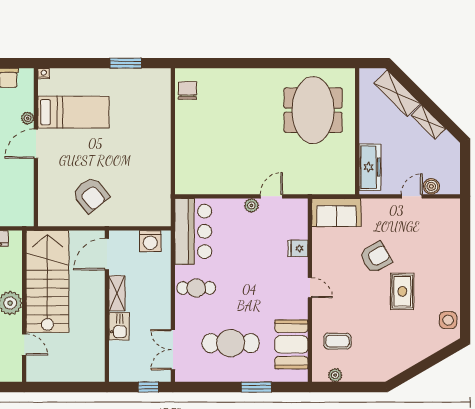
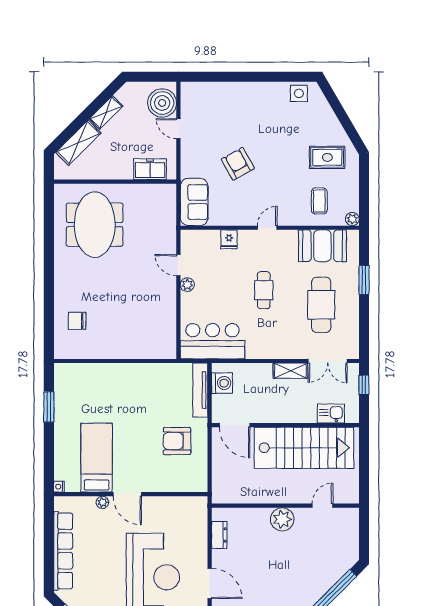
chair: (188, 90) -> (77, 321), moved
meeting table: (313, 110) -> (95, 225), turned 90
freezer: (370, 167) -> (150, 169), width x0.71
boiler: (431, 186) -> (162, 103), width x1.86, depth x1.86
armchair: (91, 195) -> (177, 441), turned -141
tv unit: (143, 219) -> (200, 390), added
stairs: (47, 282) -> (304, 448), moved, turned 180
cafe table: (196, 288) -> (264, 290), moved
rug: (402, 291) -> (327, 157), moved
shelving: (117, 293) -> (291, 371), moved
kitchen sink: (119, 326) -> (331, 413), moved
plant: (335, 375) -> (352, 219), moved

